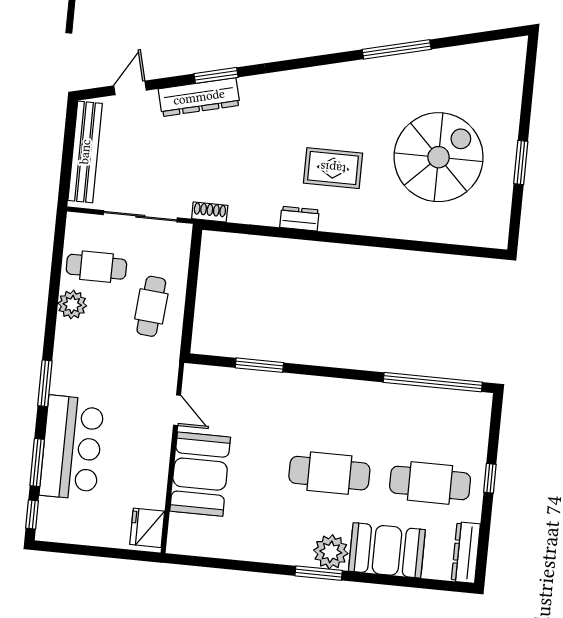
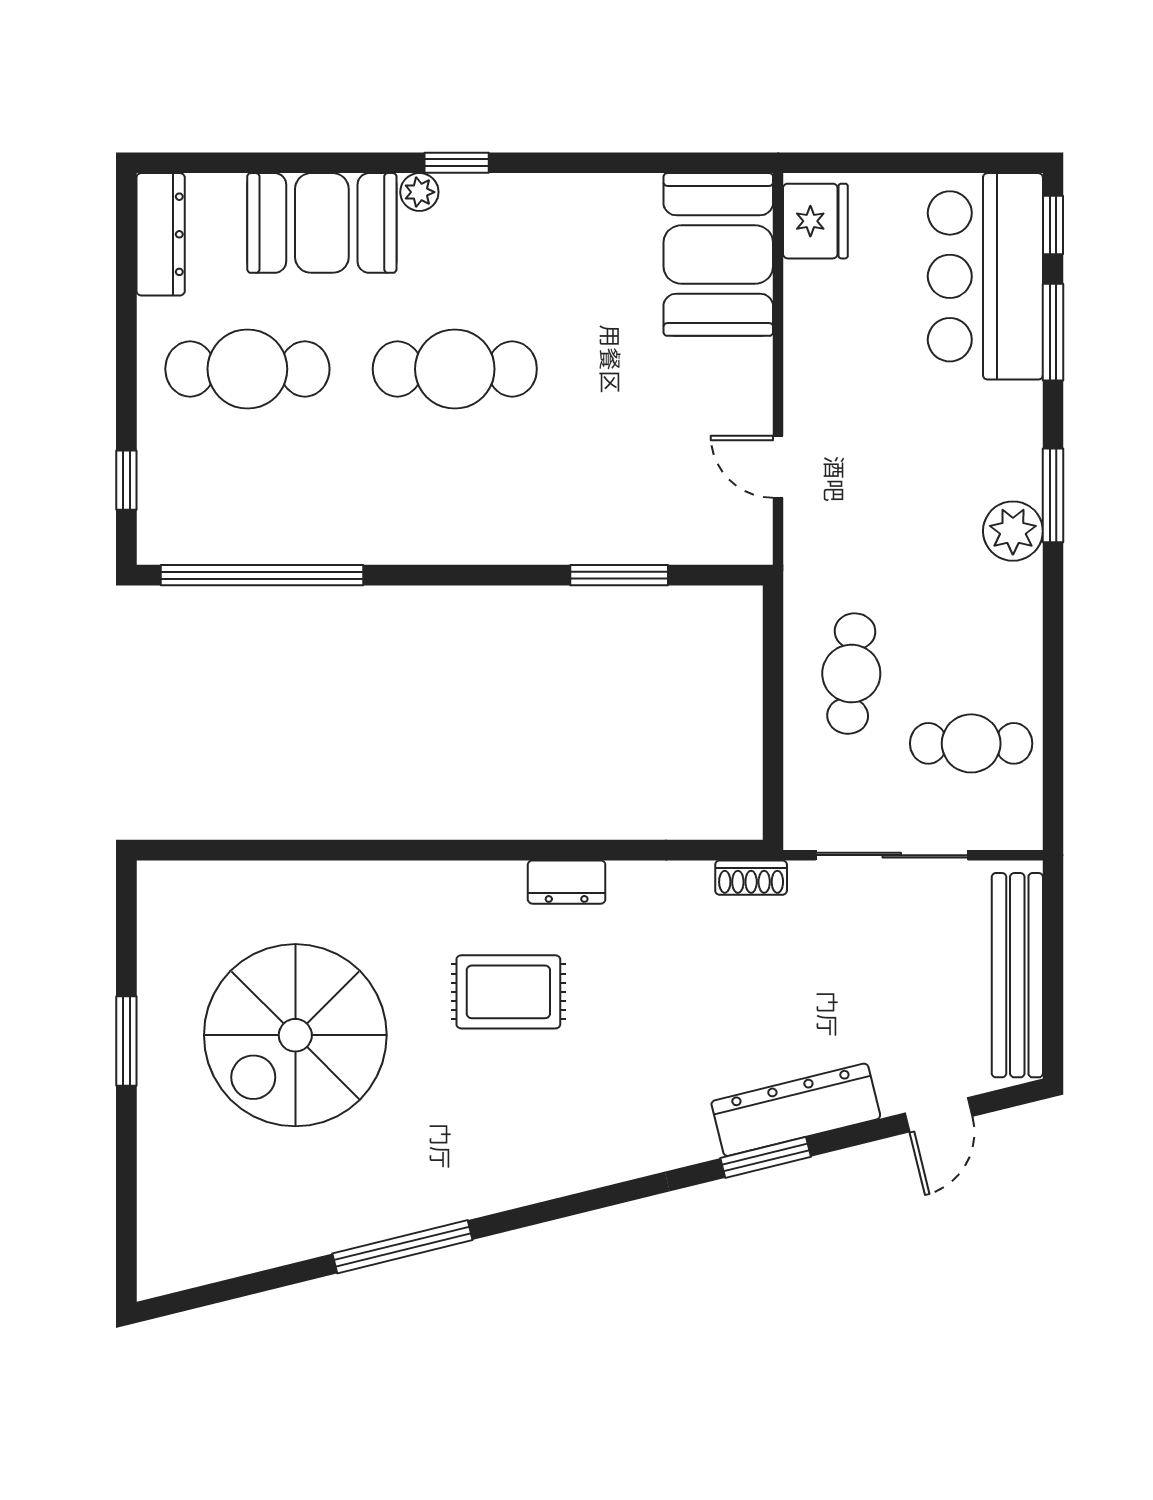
plant: (72, 305) -> (1013, 531), moved
bar counter: (72, 448) -> (985, 276), moved
booth: (200, 474) -> (718, 254), moved
window: (490, 478) -> (126, 480), moved
plant: (331, 552) -> (419, 192), width x0.53, depth x0.53
window: (319, 573) -> (457, 163), width x0.67

